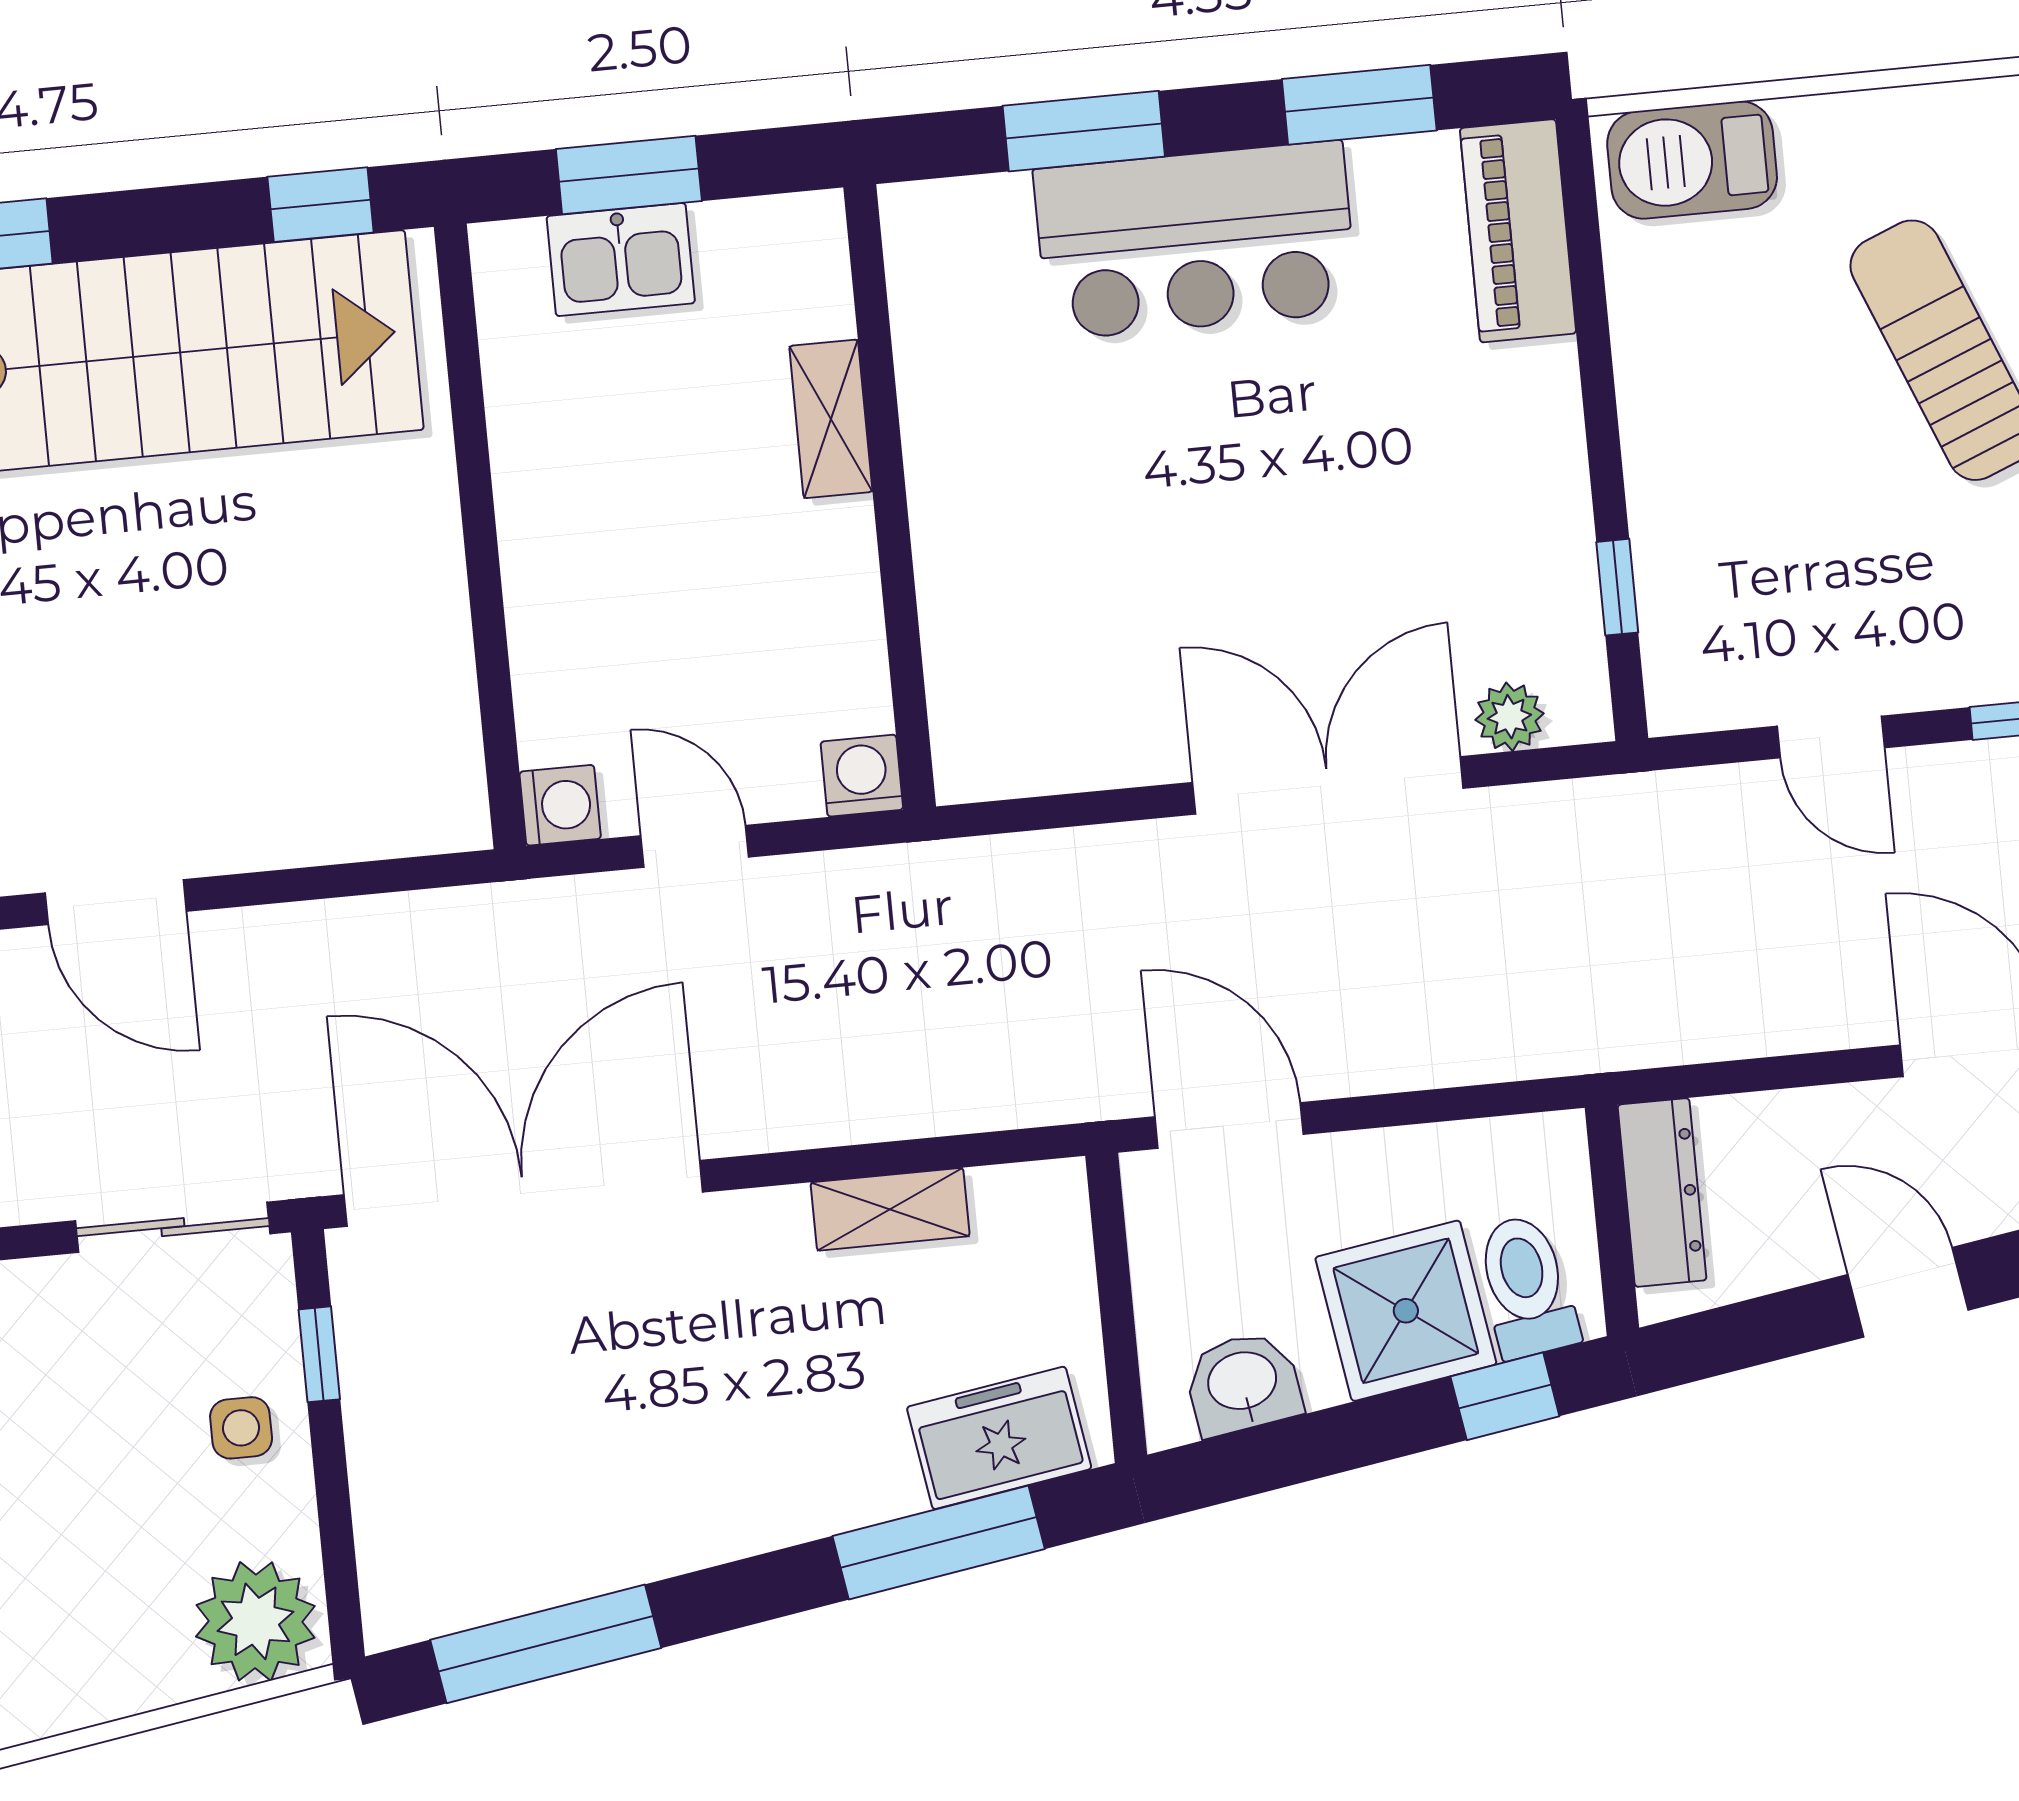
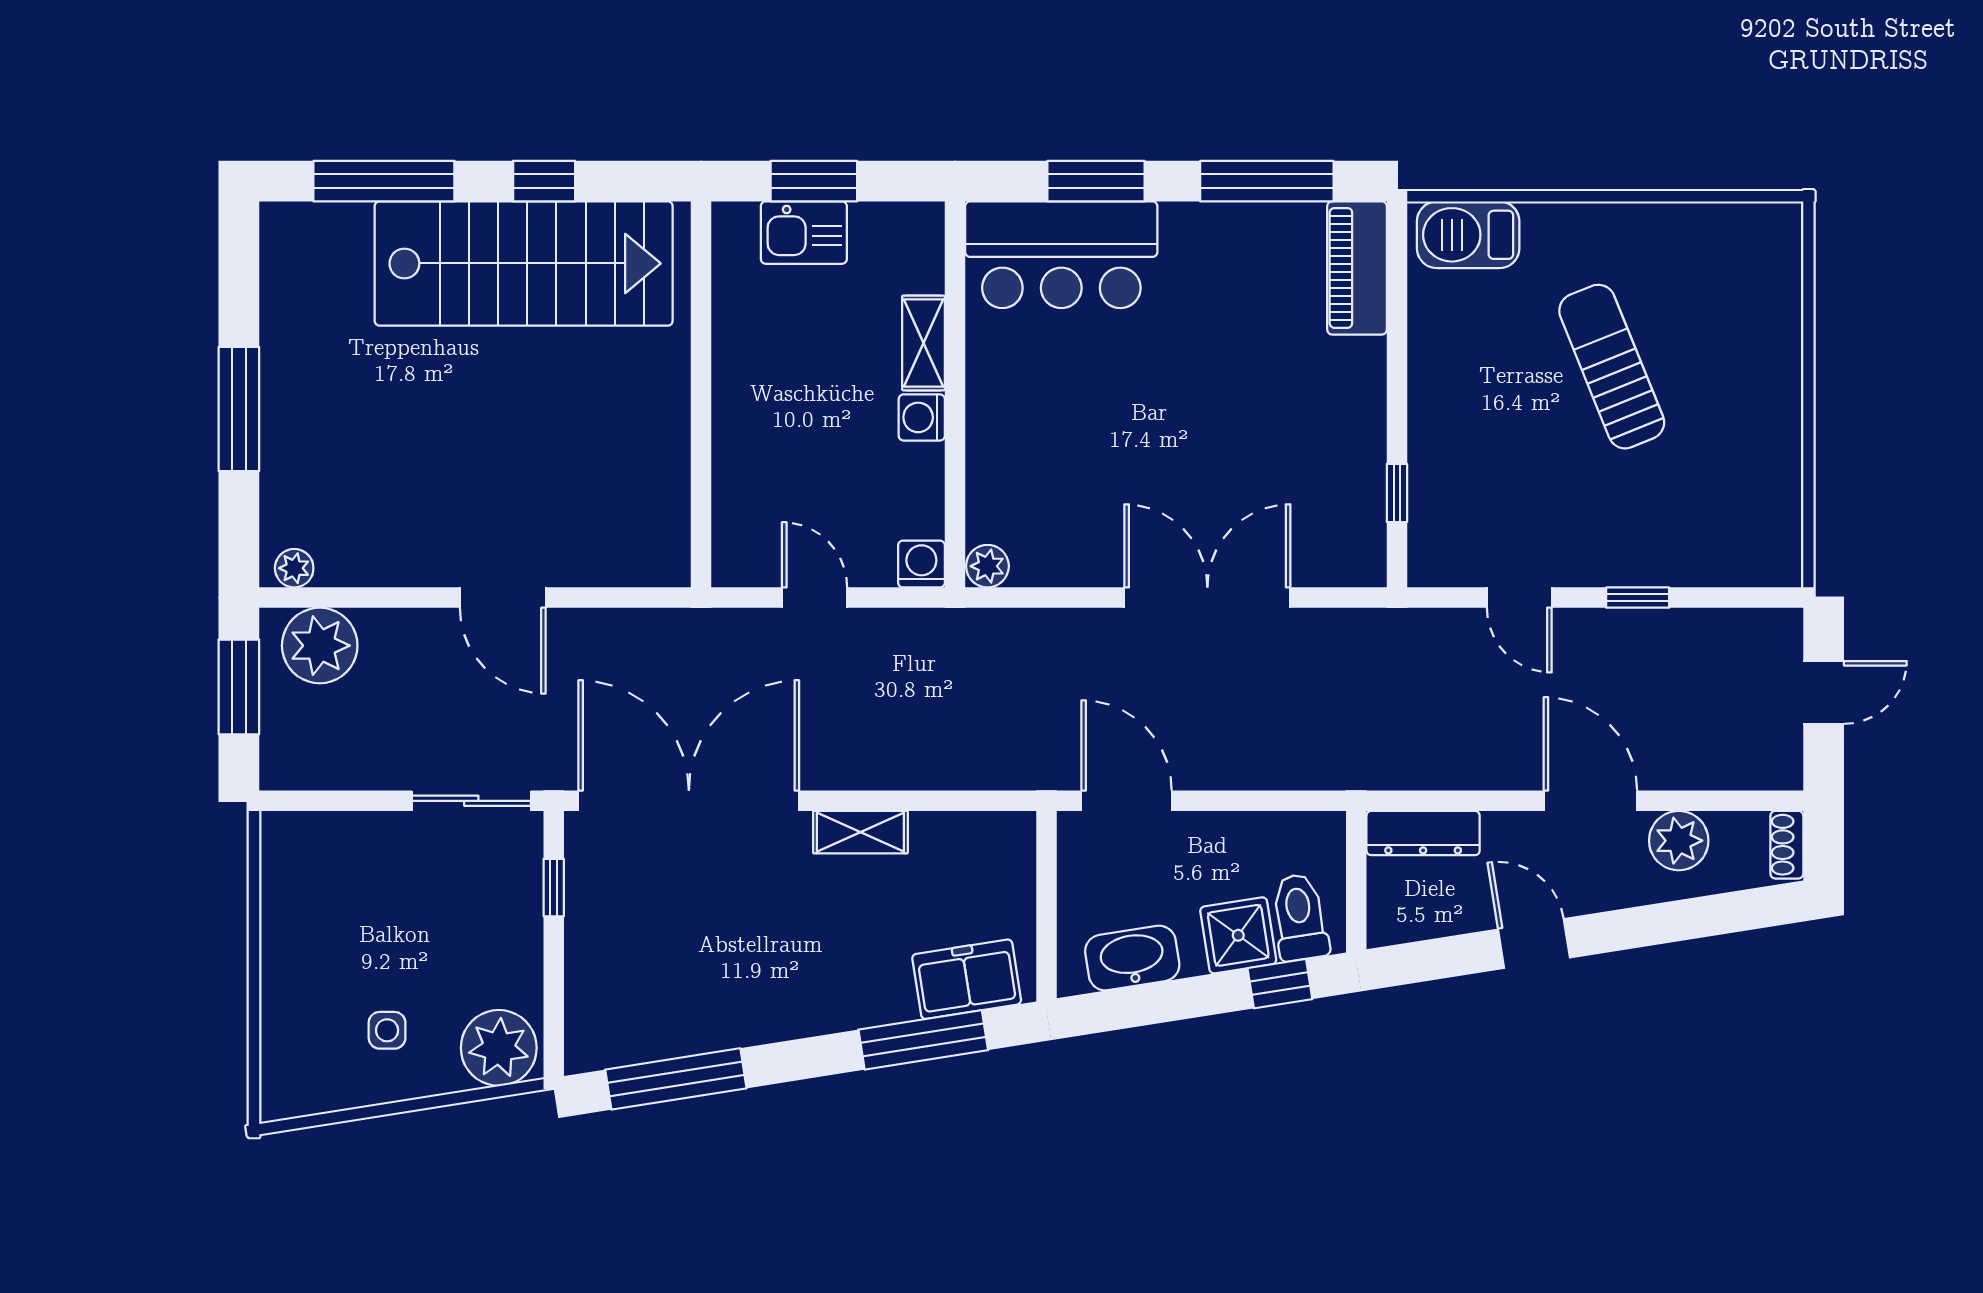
window: (1359, 105) -> (1267, 181), width x1.44
window: (321, 205) -> (544, 181), moved
bar counter: (1195, 240) -> (1061, 255), moved
plant: (1509, 717) -> (987, 566), moved
washing machine: (560, 805) -> (922, 417), moved, turned 180
door: (116, 902) -> (503, 598), moved
dresser: (1662, 1192) -> (1423, 833), moved, turned 90
shelving: (890, 1209) -> (860, 832), moved
shower: (1406, 1311) -> (1238, 935), width x0.73, depth x0.73
washbasin: (1243, 1383) -> (1132, 958), width x1.38
side table: (241, 1428) -> (387, 1030), moved

